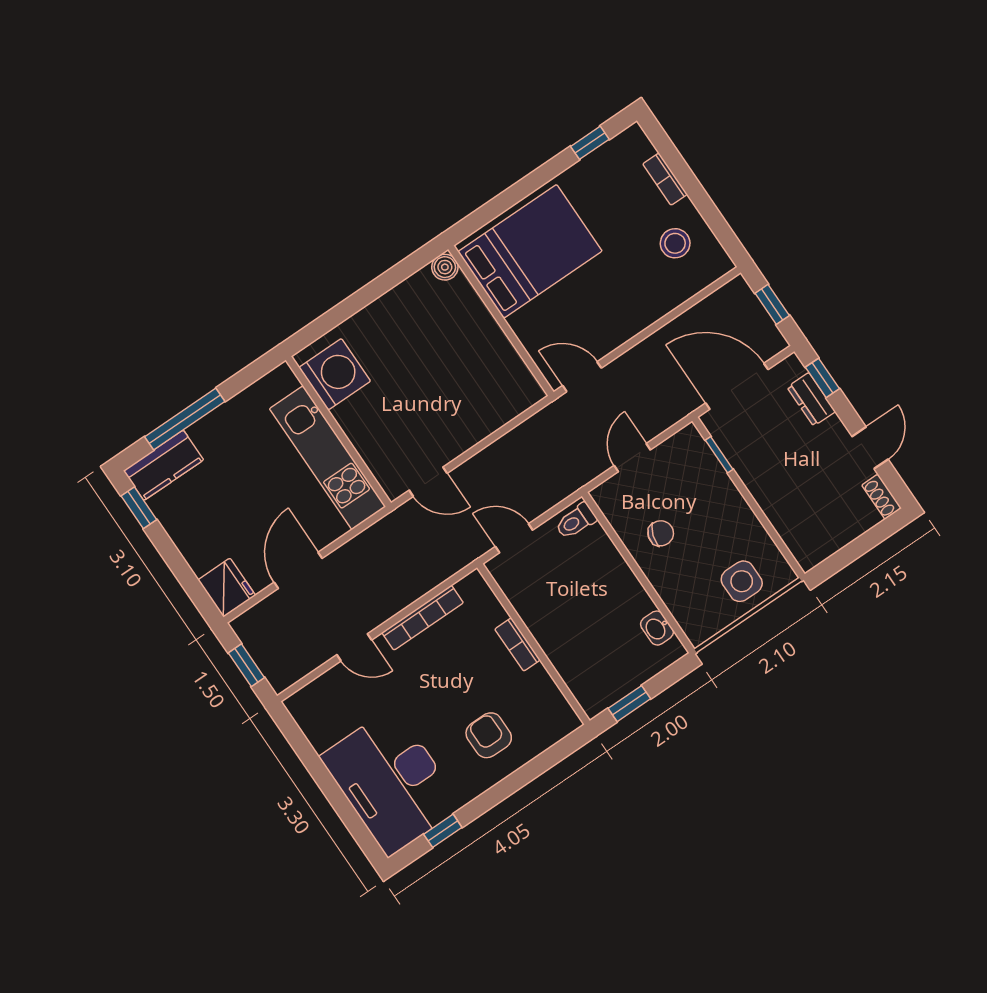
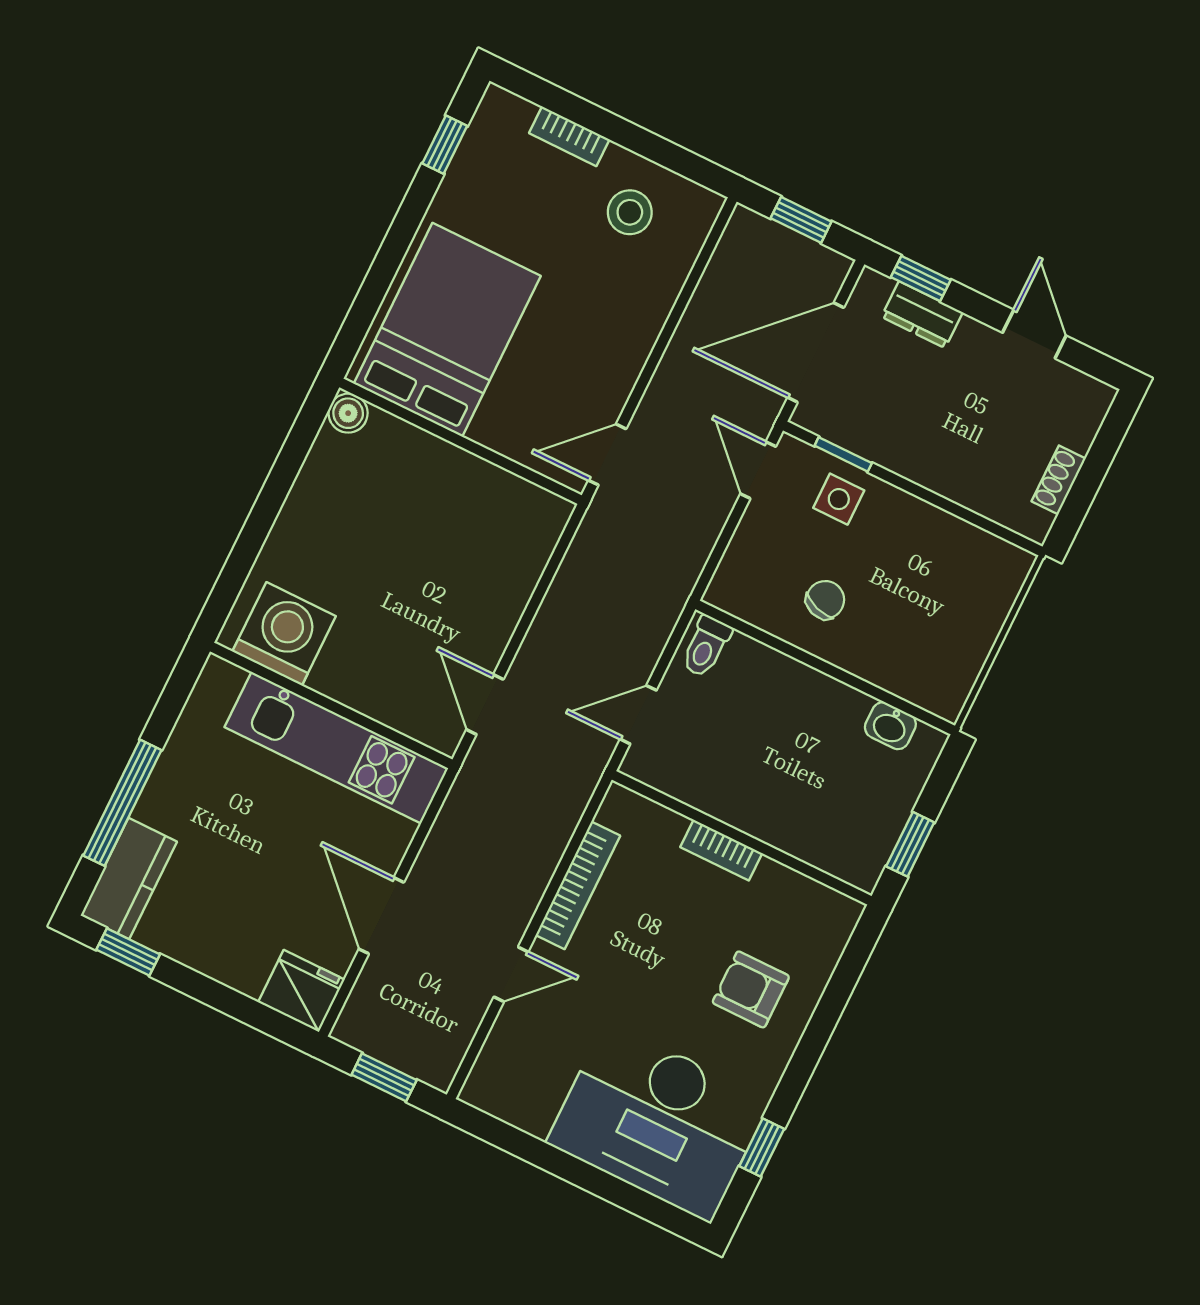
door: (632, 458) -> (758, 470), moved
door: (428, 482) -> (485, 704), swing flipped
shoe rack: (882, 497) -> (1059, 480), moved, turned 90
side table: (742, 581) -> (839, 499), moved, width x0.73, depth x0.73

